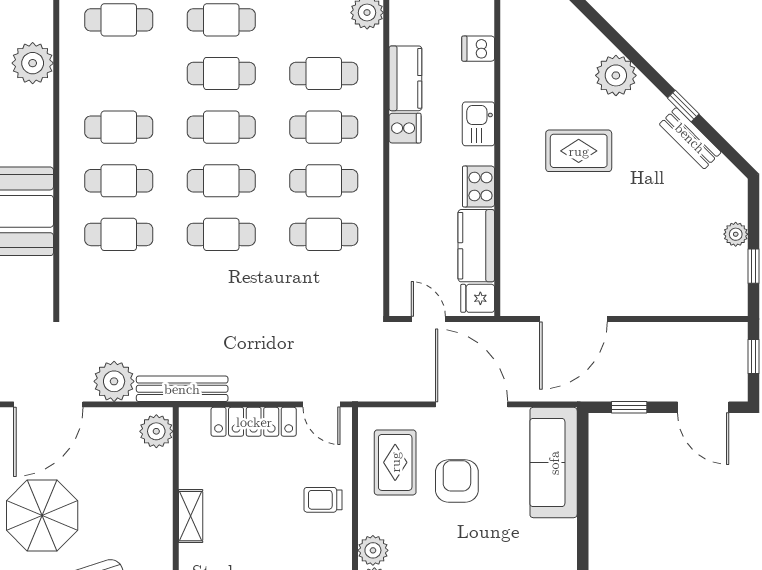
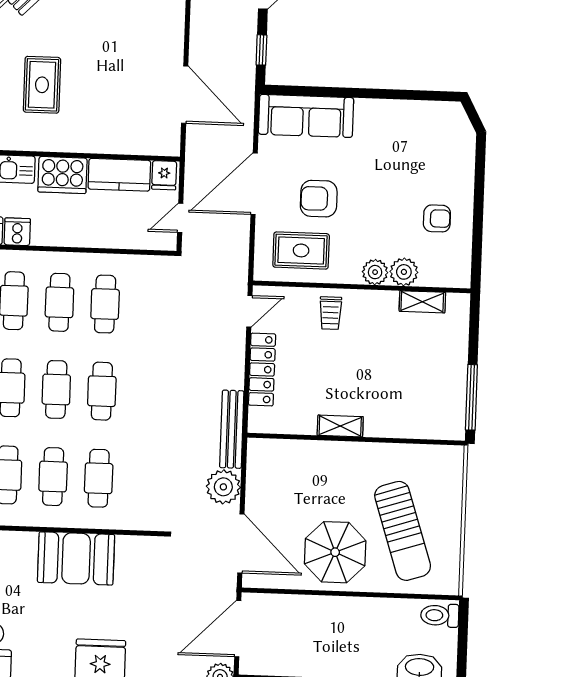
cooker: (479, 187) -> (62, 175), width x1.37, depth x1.31
plant: (156, 431) -> (267, 452), removed

